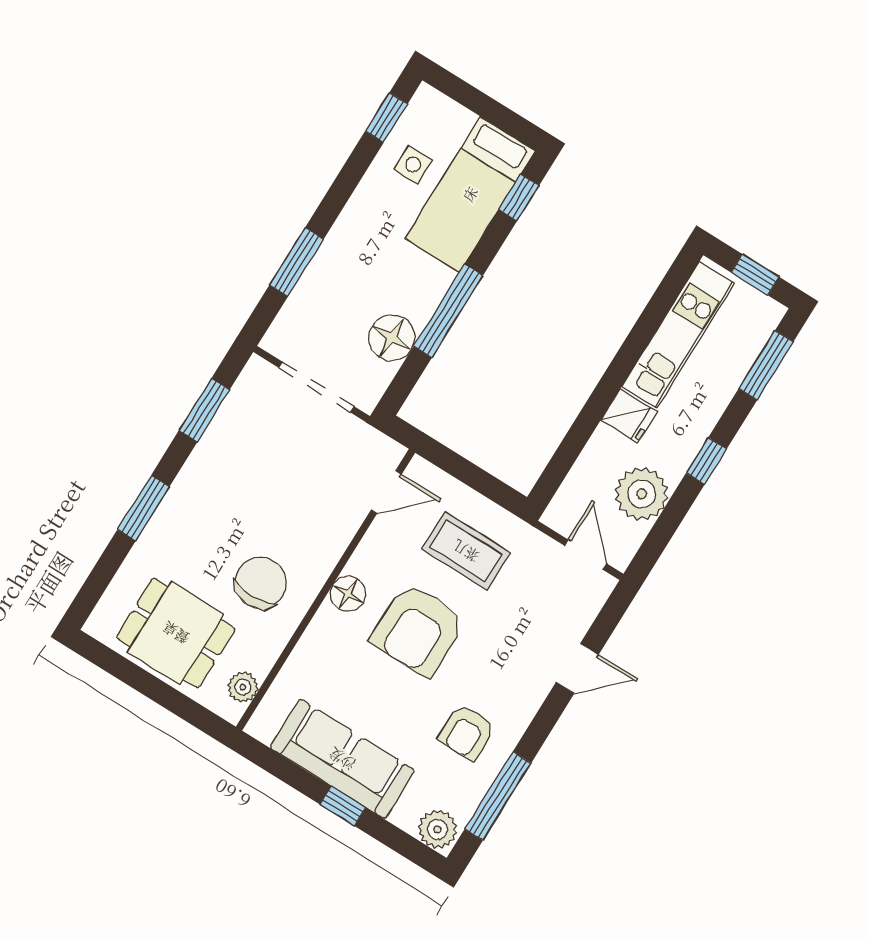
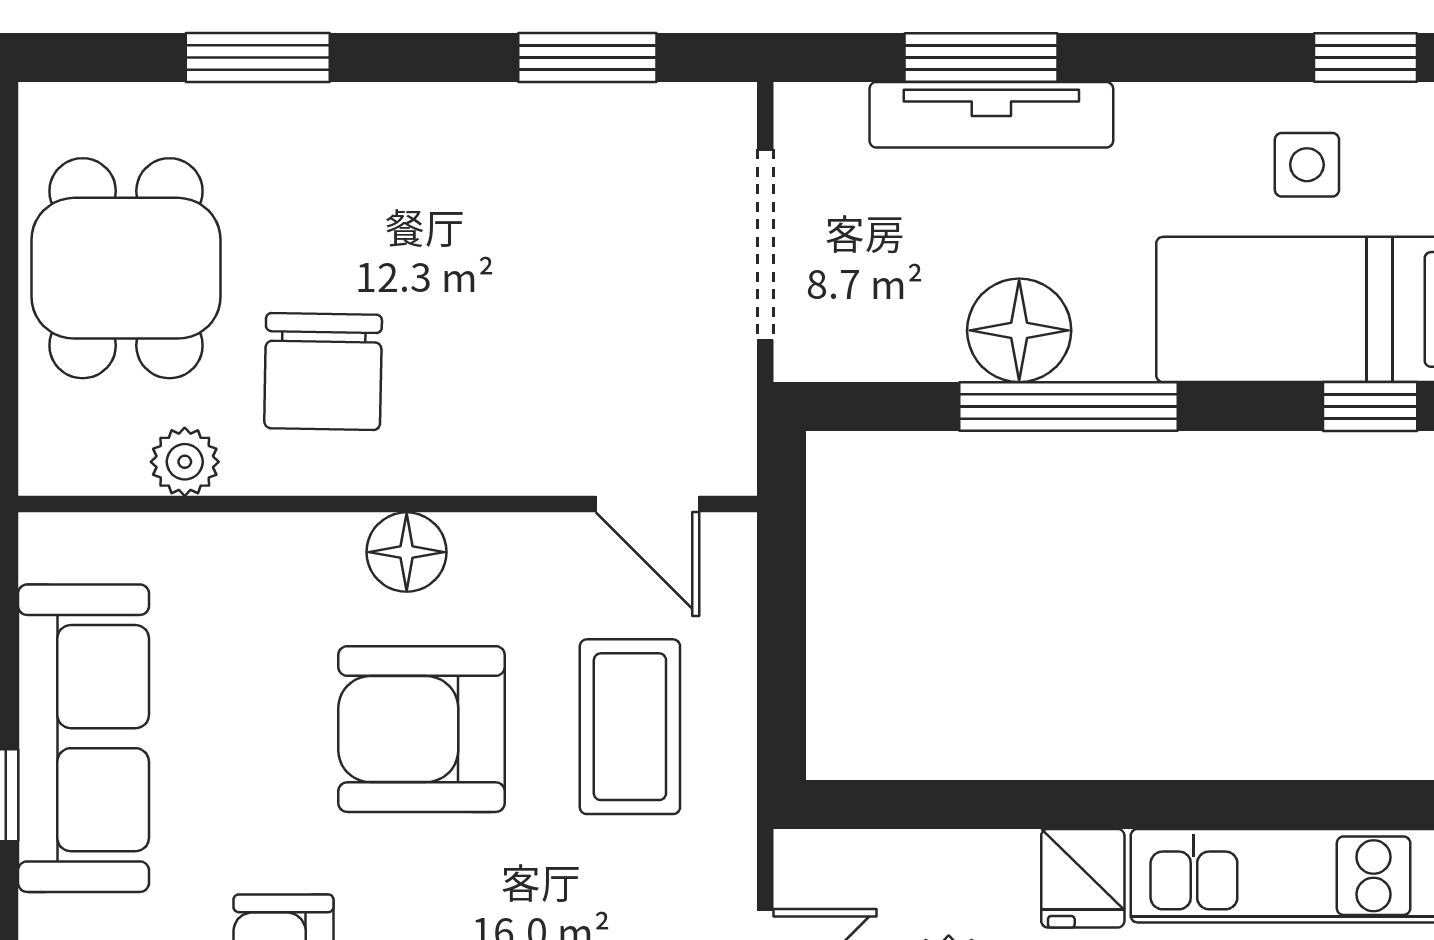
tv unit: (320, 272) -> (991, 115), added
floor lamp: (392, 338) -> (1019, 330), moved
window: (143, 508) -> (258, 57), moved
chair: (261, 583) -> (323, 371), turned 91
plant: (243, 687) -> (185, 462), moved

